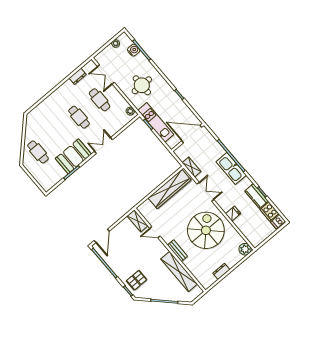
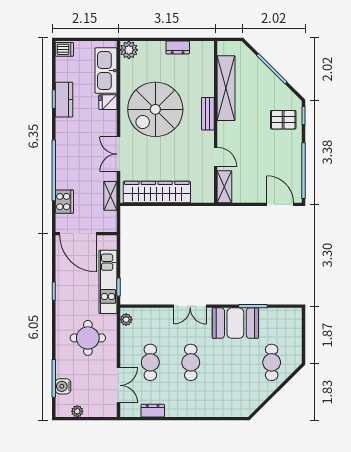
kitchen sink: (231, 168) -> (106, 71), moved, turned 180
cooker: (269, 212) -> (64, 202), moved
door: (102, 236) -> (280, 204), hinge flipped

